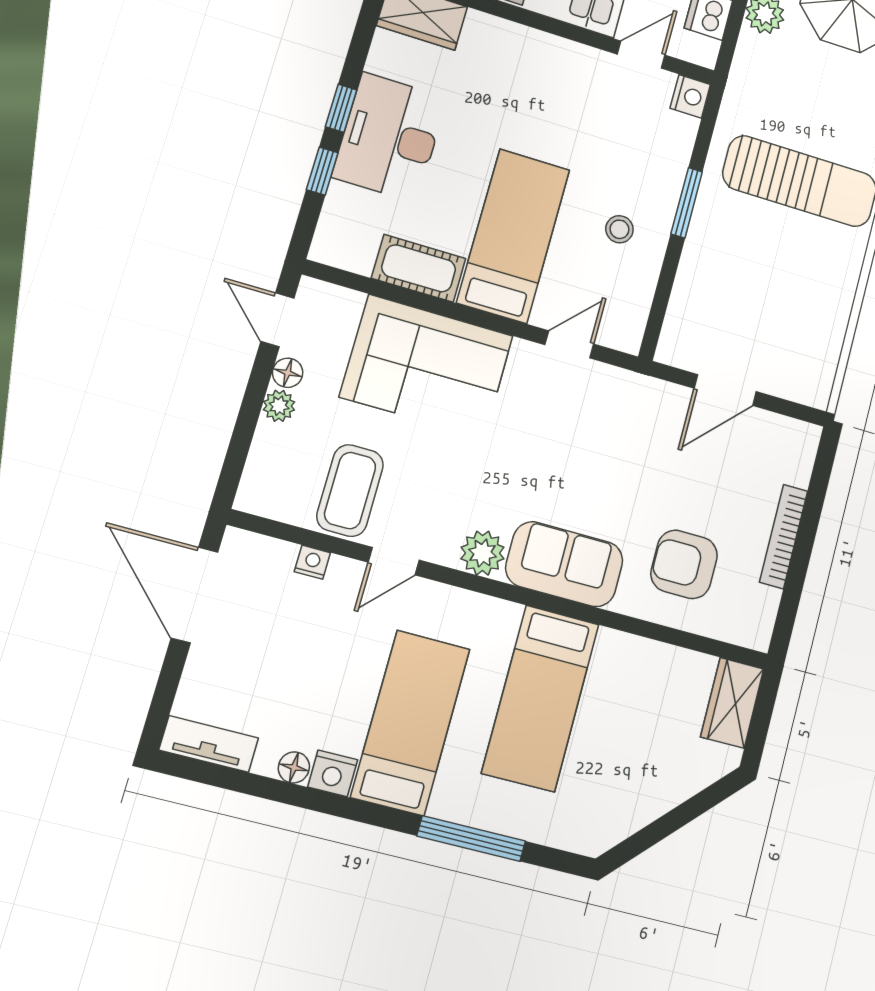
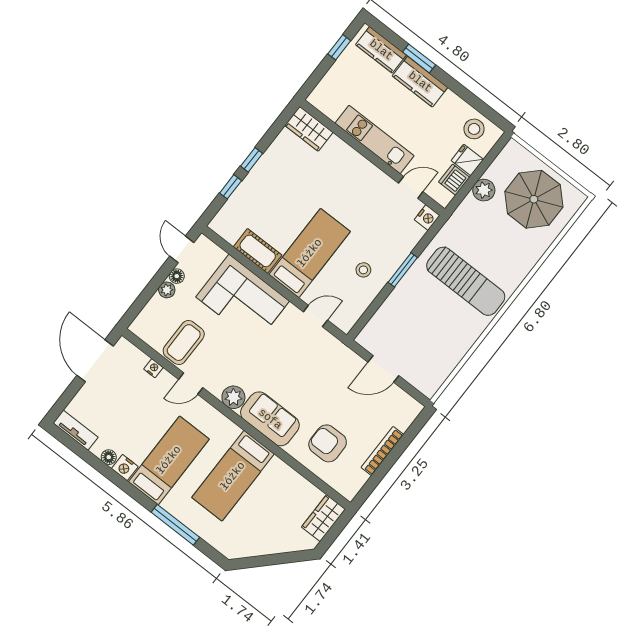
desk: (390, 137) -> (269, 182), removed

